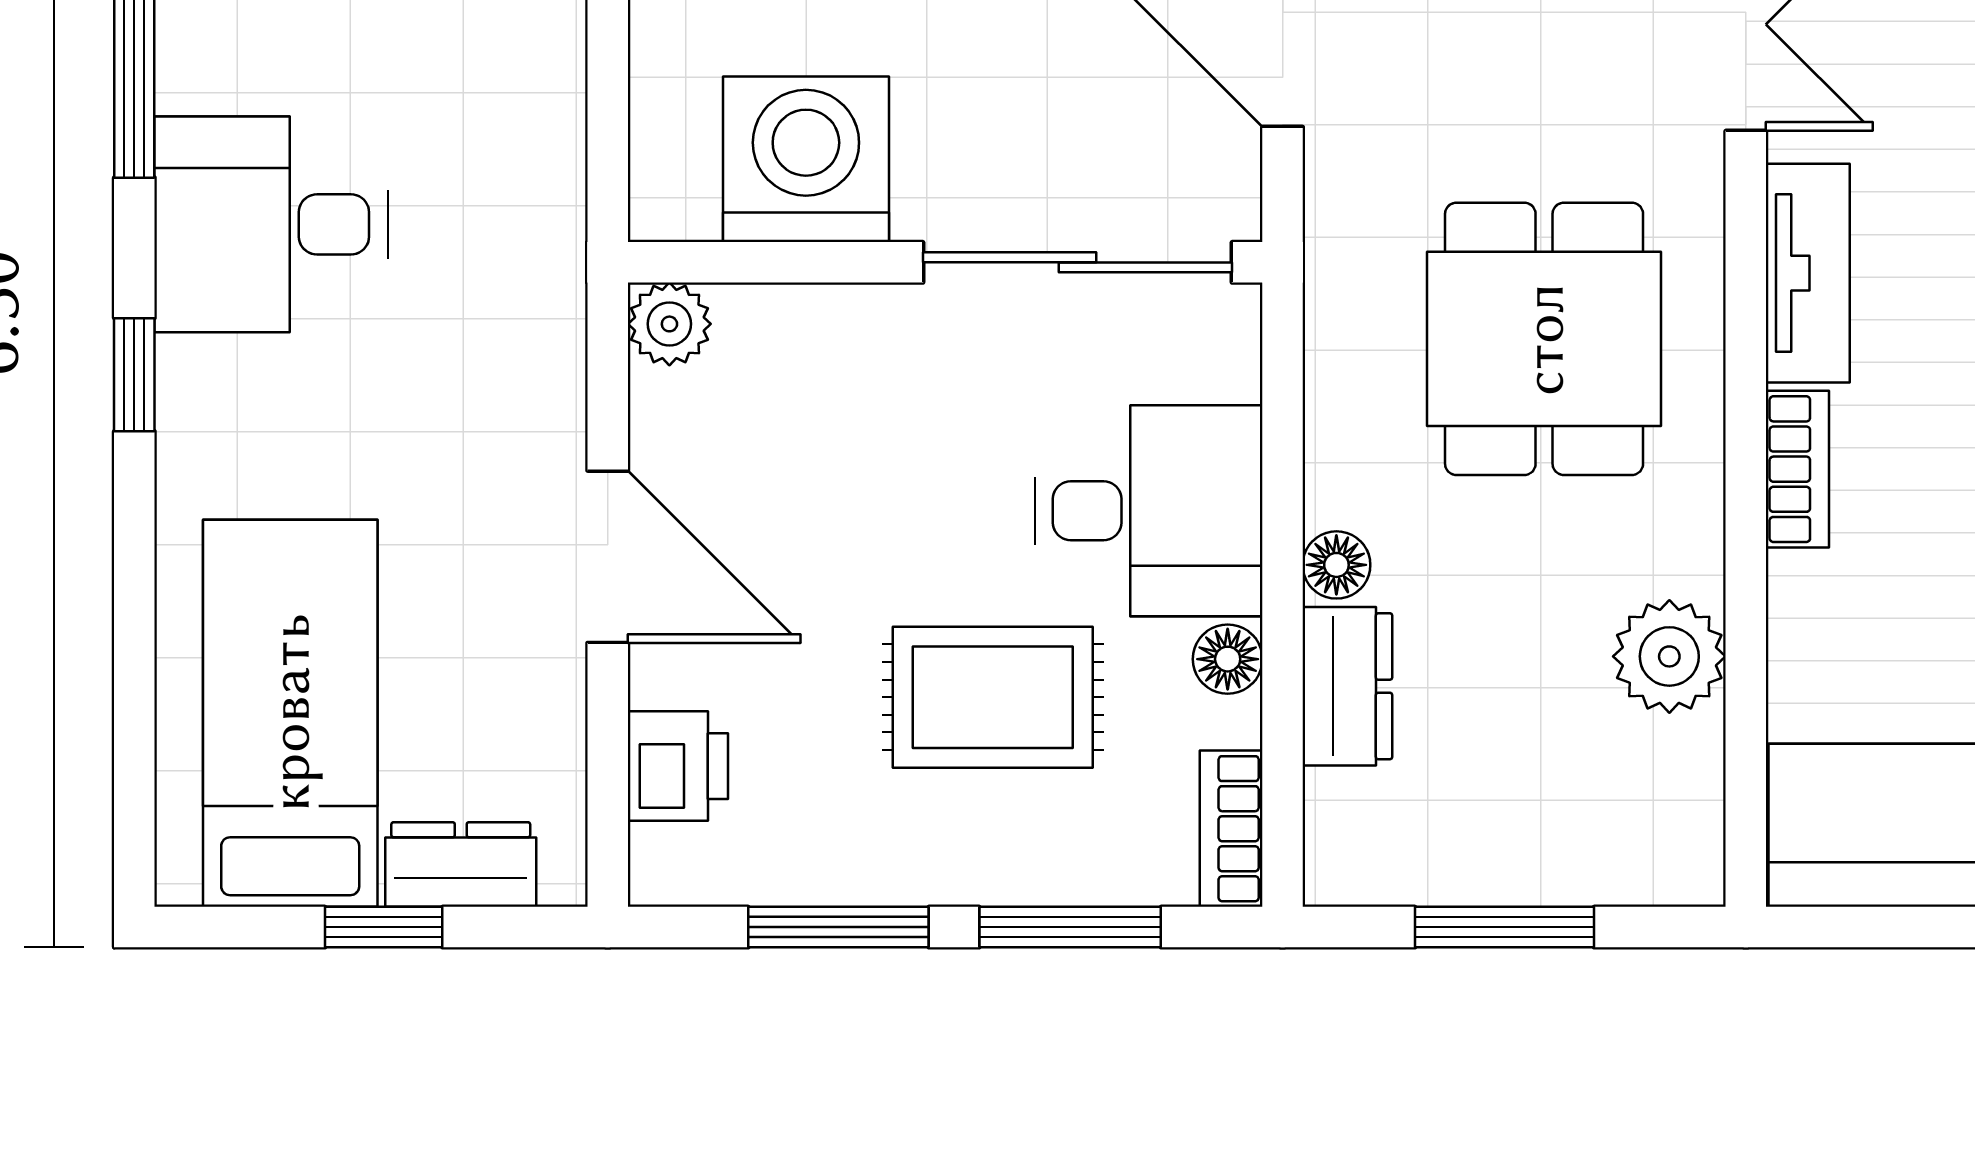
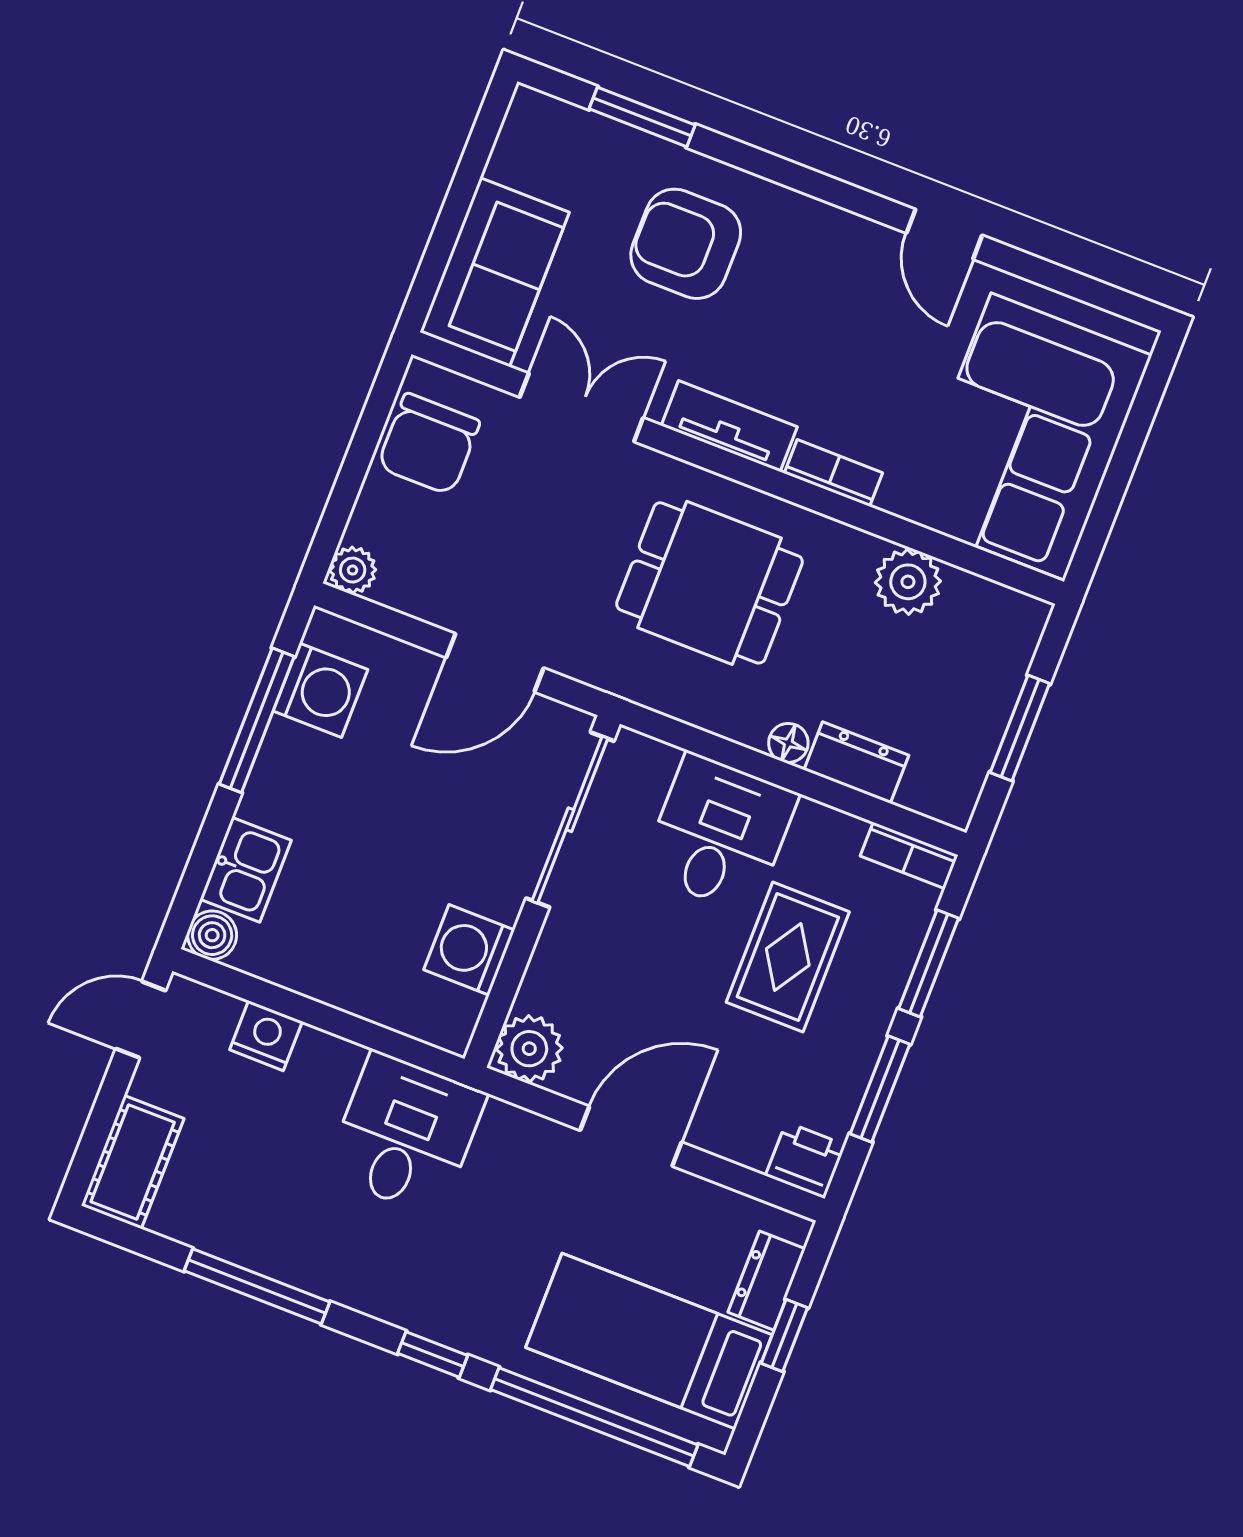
washing machine: (806, 159) -> (469, 950), width x0.73, depth x0.73
desk: (271, 224) -> (406, 1134), moved, turned 180
plant: (669, 324) -> (529, 1049), width x1.38, depth x1.38
floor lamp: (1228, 659) -> (817, 822), removed
window: (134, 673) -> (594, 1417), added
printer: (678, 766) -> (805, 1160), moved

